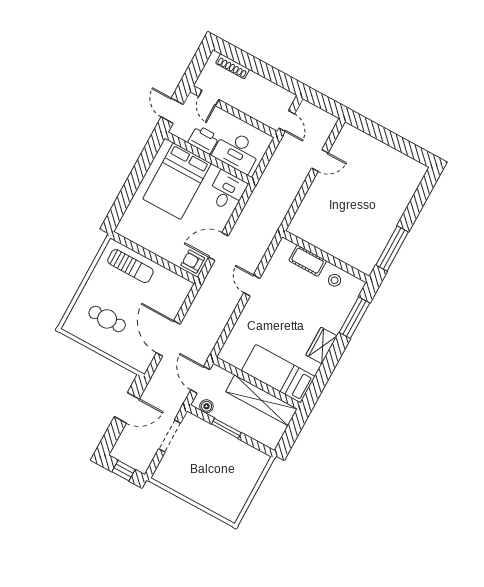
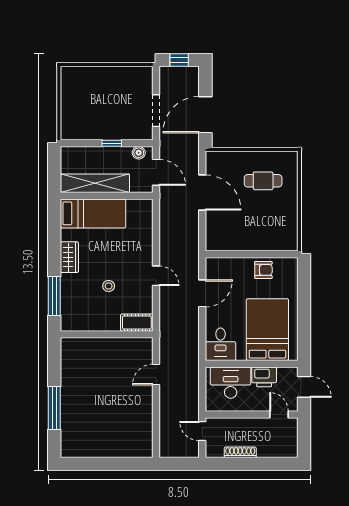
shoe rack: (233, 66) -> (240, 452), moved
door: (320, 160) -> (156, 375), moved
window: (392, 248) -> (54, 408), moved
cot: (308, 261) -> (137, 323), moved
armchair: (193, 262) -> (263, 270), moved
sun lounger: (130, 266) -> (268, 236), removed
stool: (335, 280) -> (109, 286), moved
door: (127, 408) -> (205, 115), width x1.36
window: (226, 428) -> (112, 143), width x0.67

